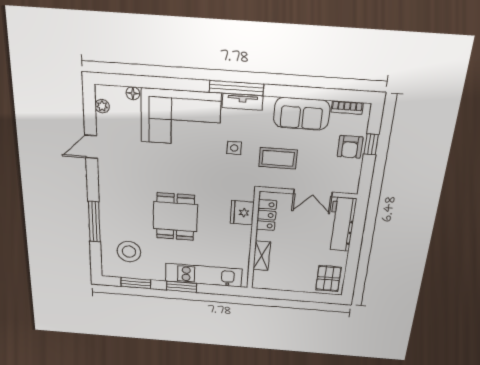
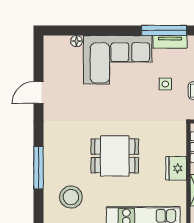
plant: (102, 106) -> (50, 54), removed
fridge: (242, 213) -> (176, 168), moved
dining table: (175, 217) -> (115, 156), turned 90

